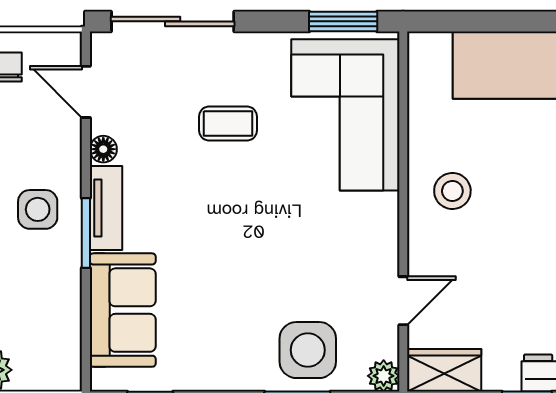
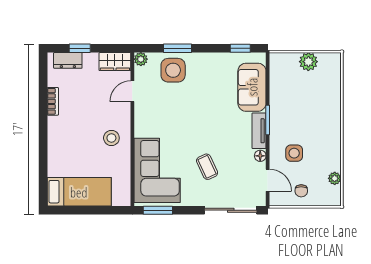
coffee table: (228, 124) -> (207, 167), turned 65
side table: (38, 209) -> (294, 153), moved

